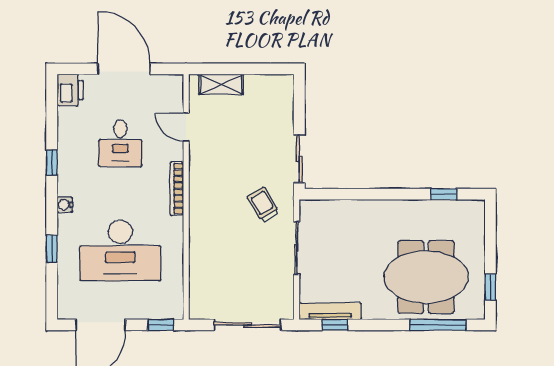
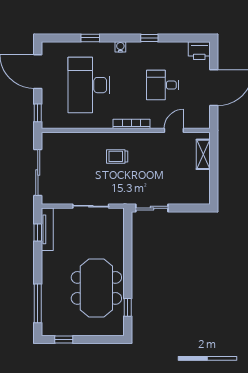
trolley: (263, 205) -> (117, 156), moved, turned -149
meeting table: (426, 277) -> (96, 288), moved

